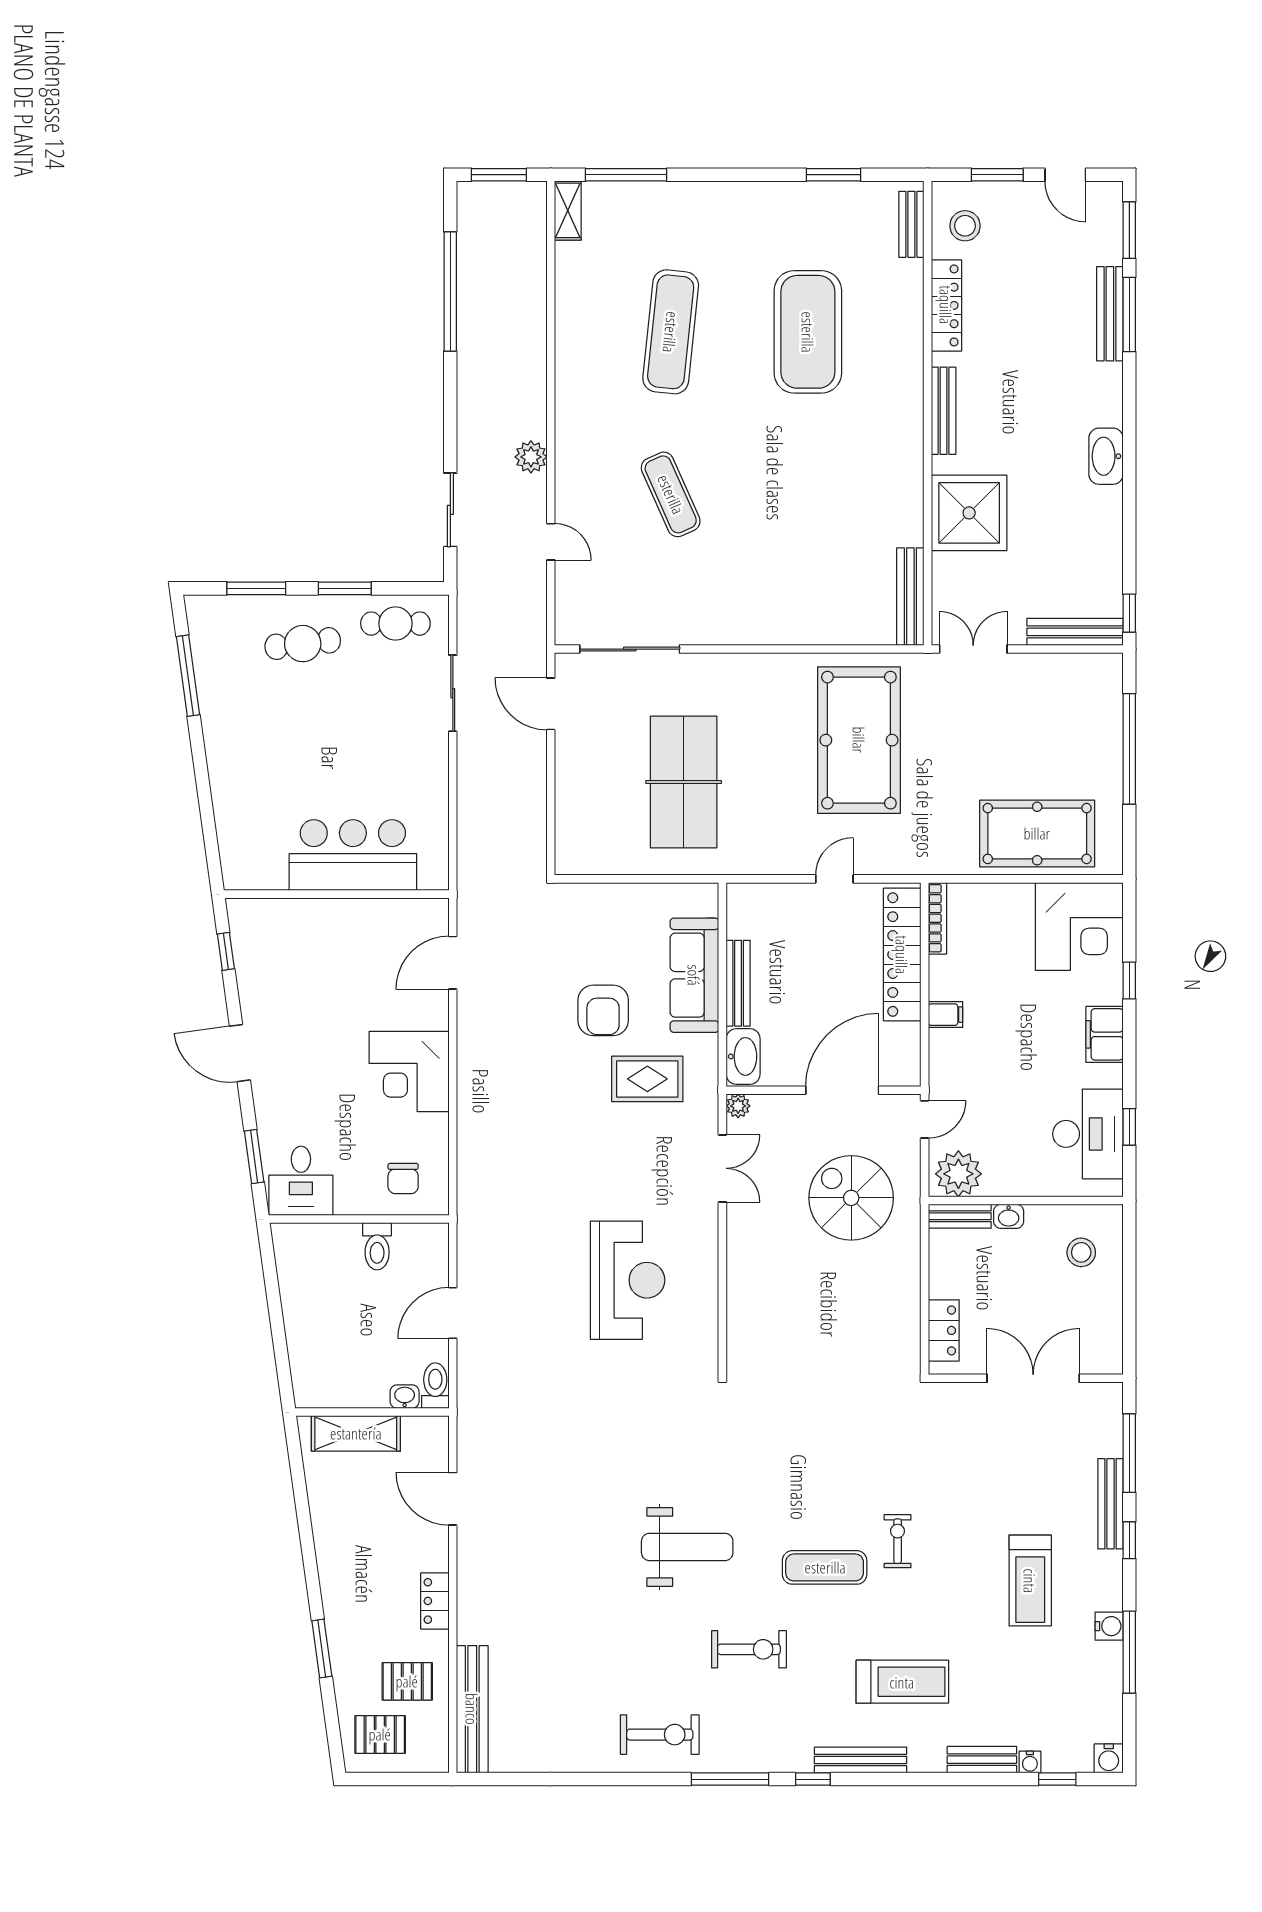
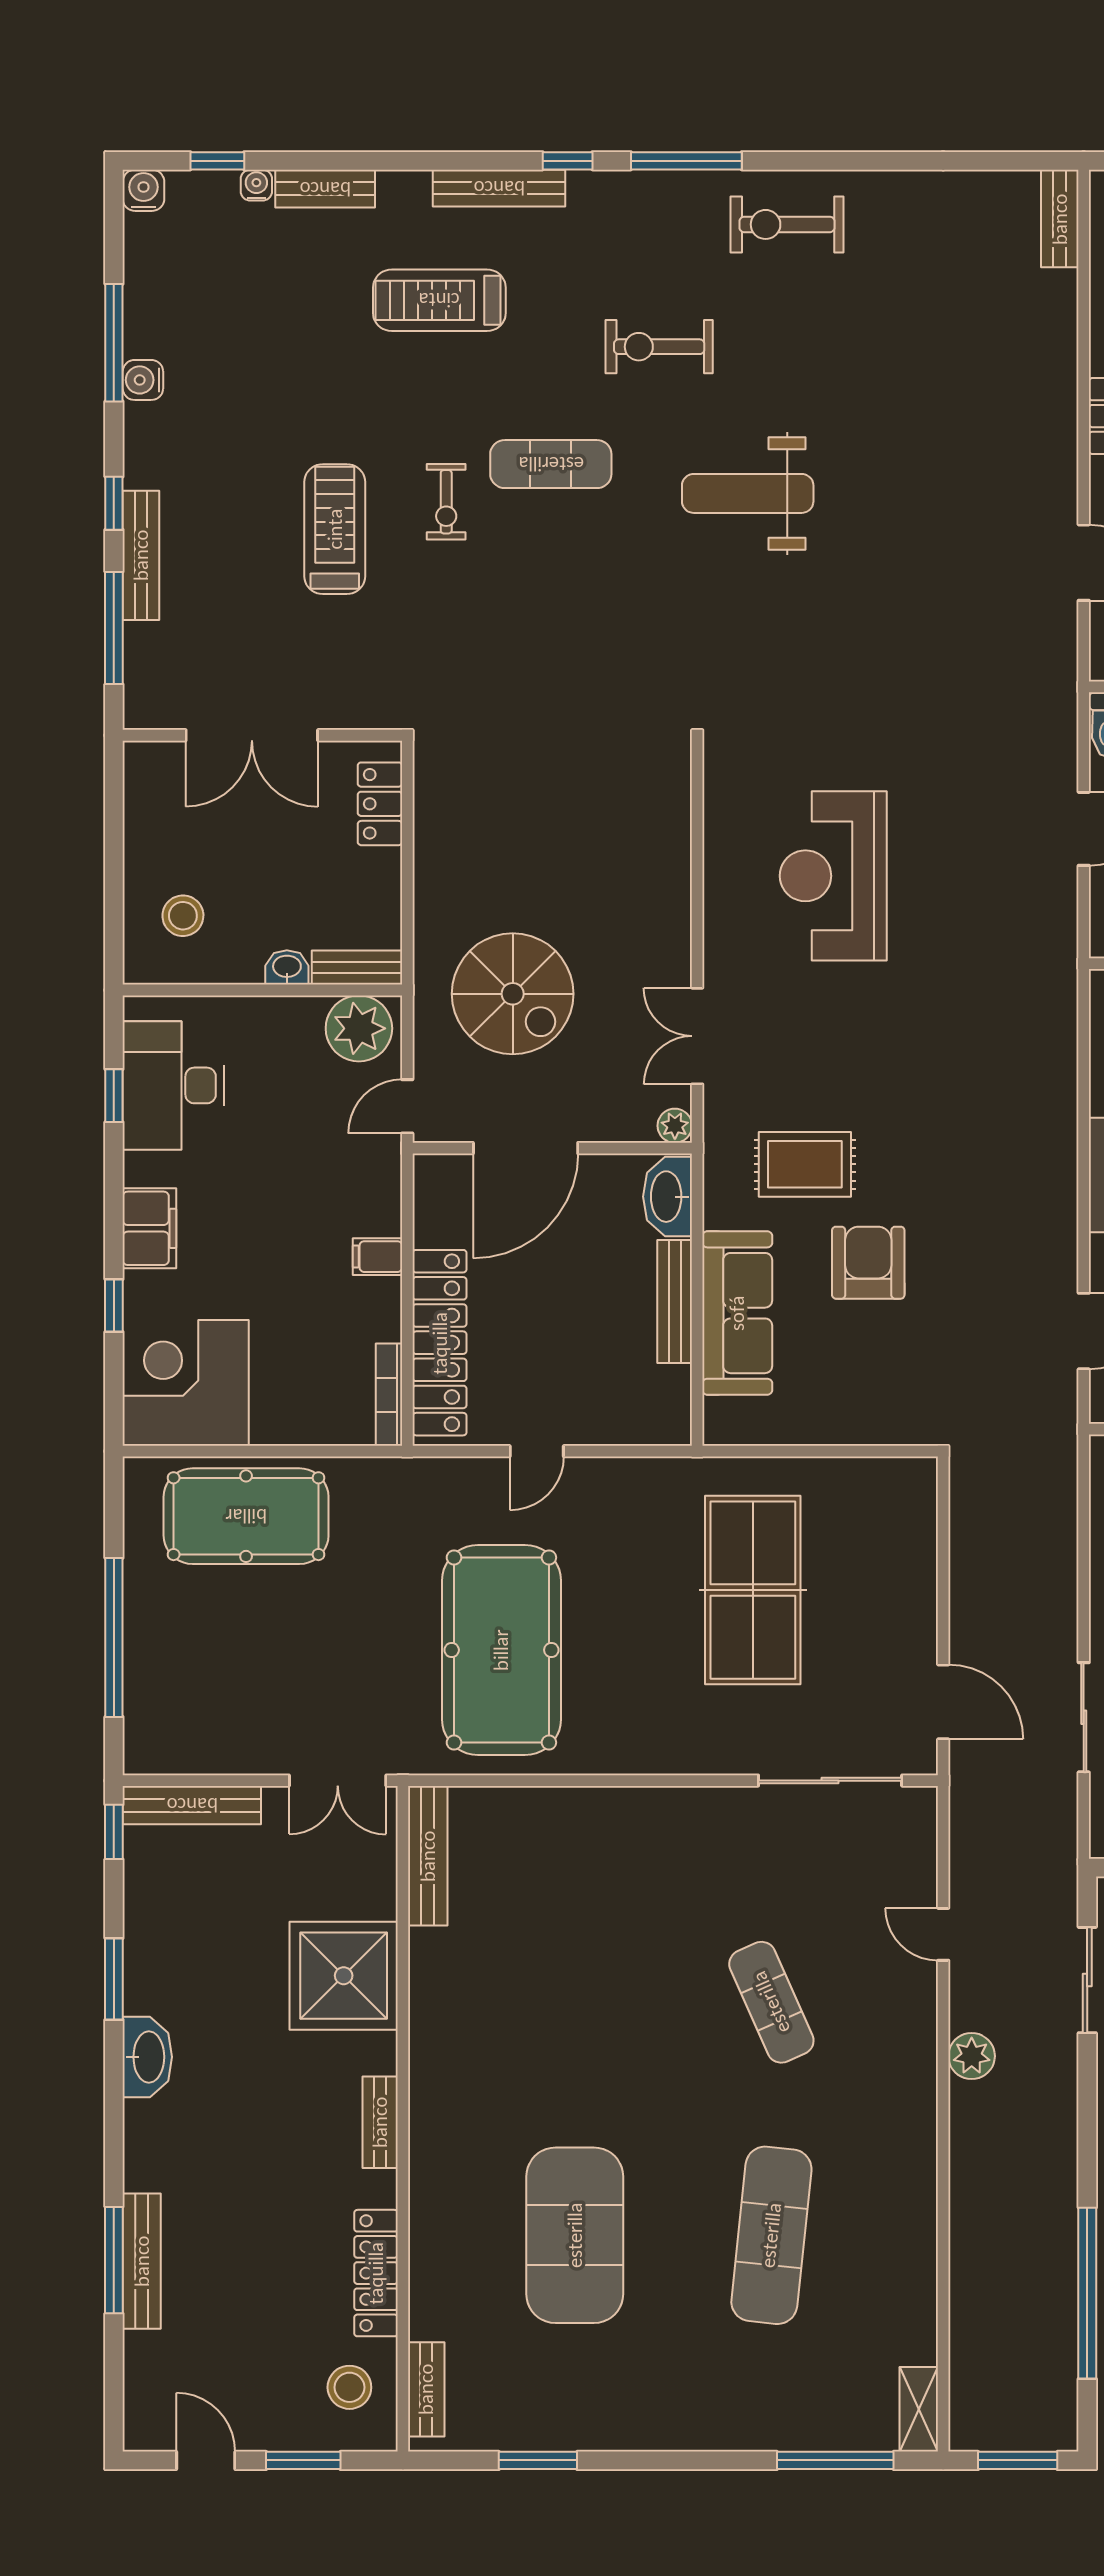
window: (1129, 230) -> (114, 1979), moved
bench: (944, 411) -> (380, 2122), width x0.73
treadmill: (1030, 1581) -> (335, 529), moved
bench: (472, 1709) -> (1060, 219), width x0.54, depth x0.82

